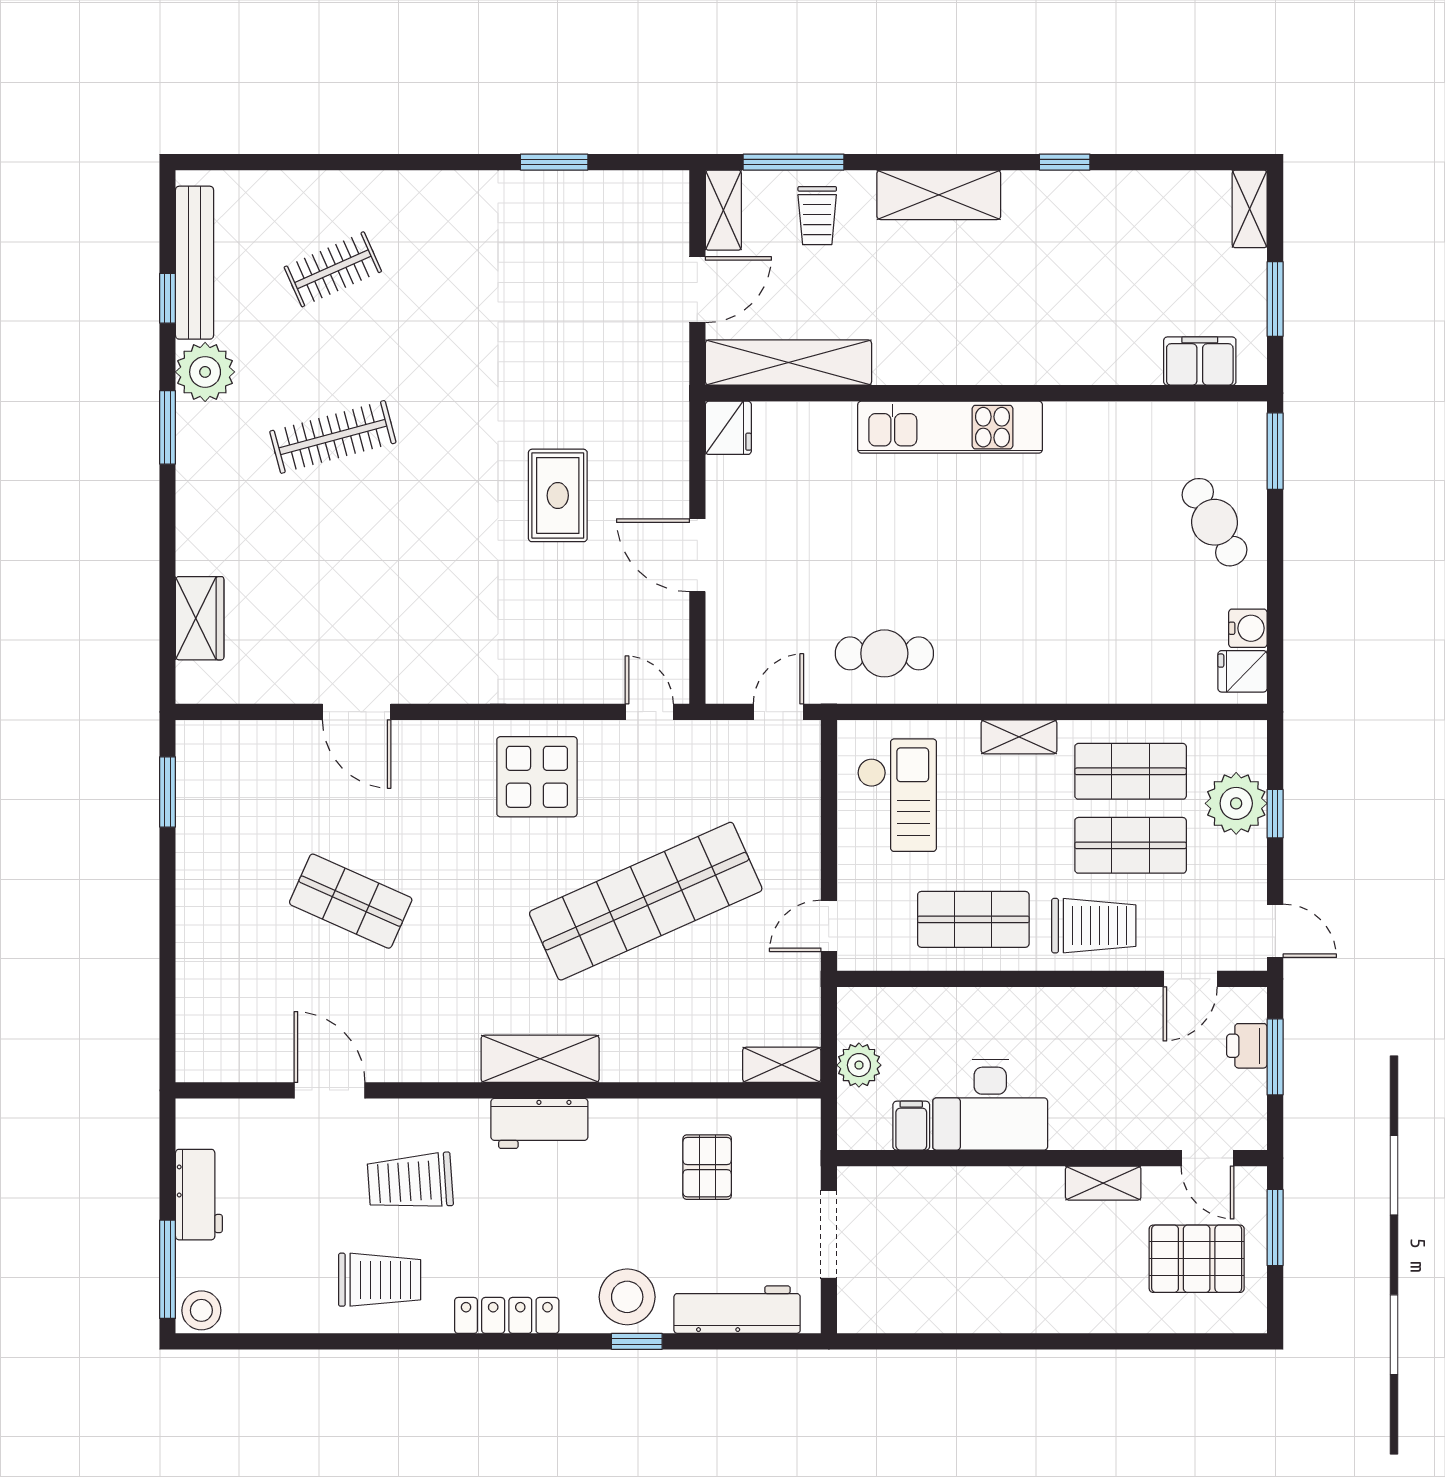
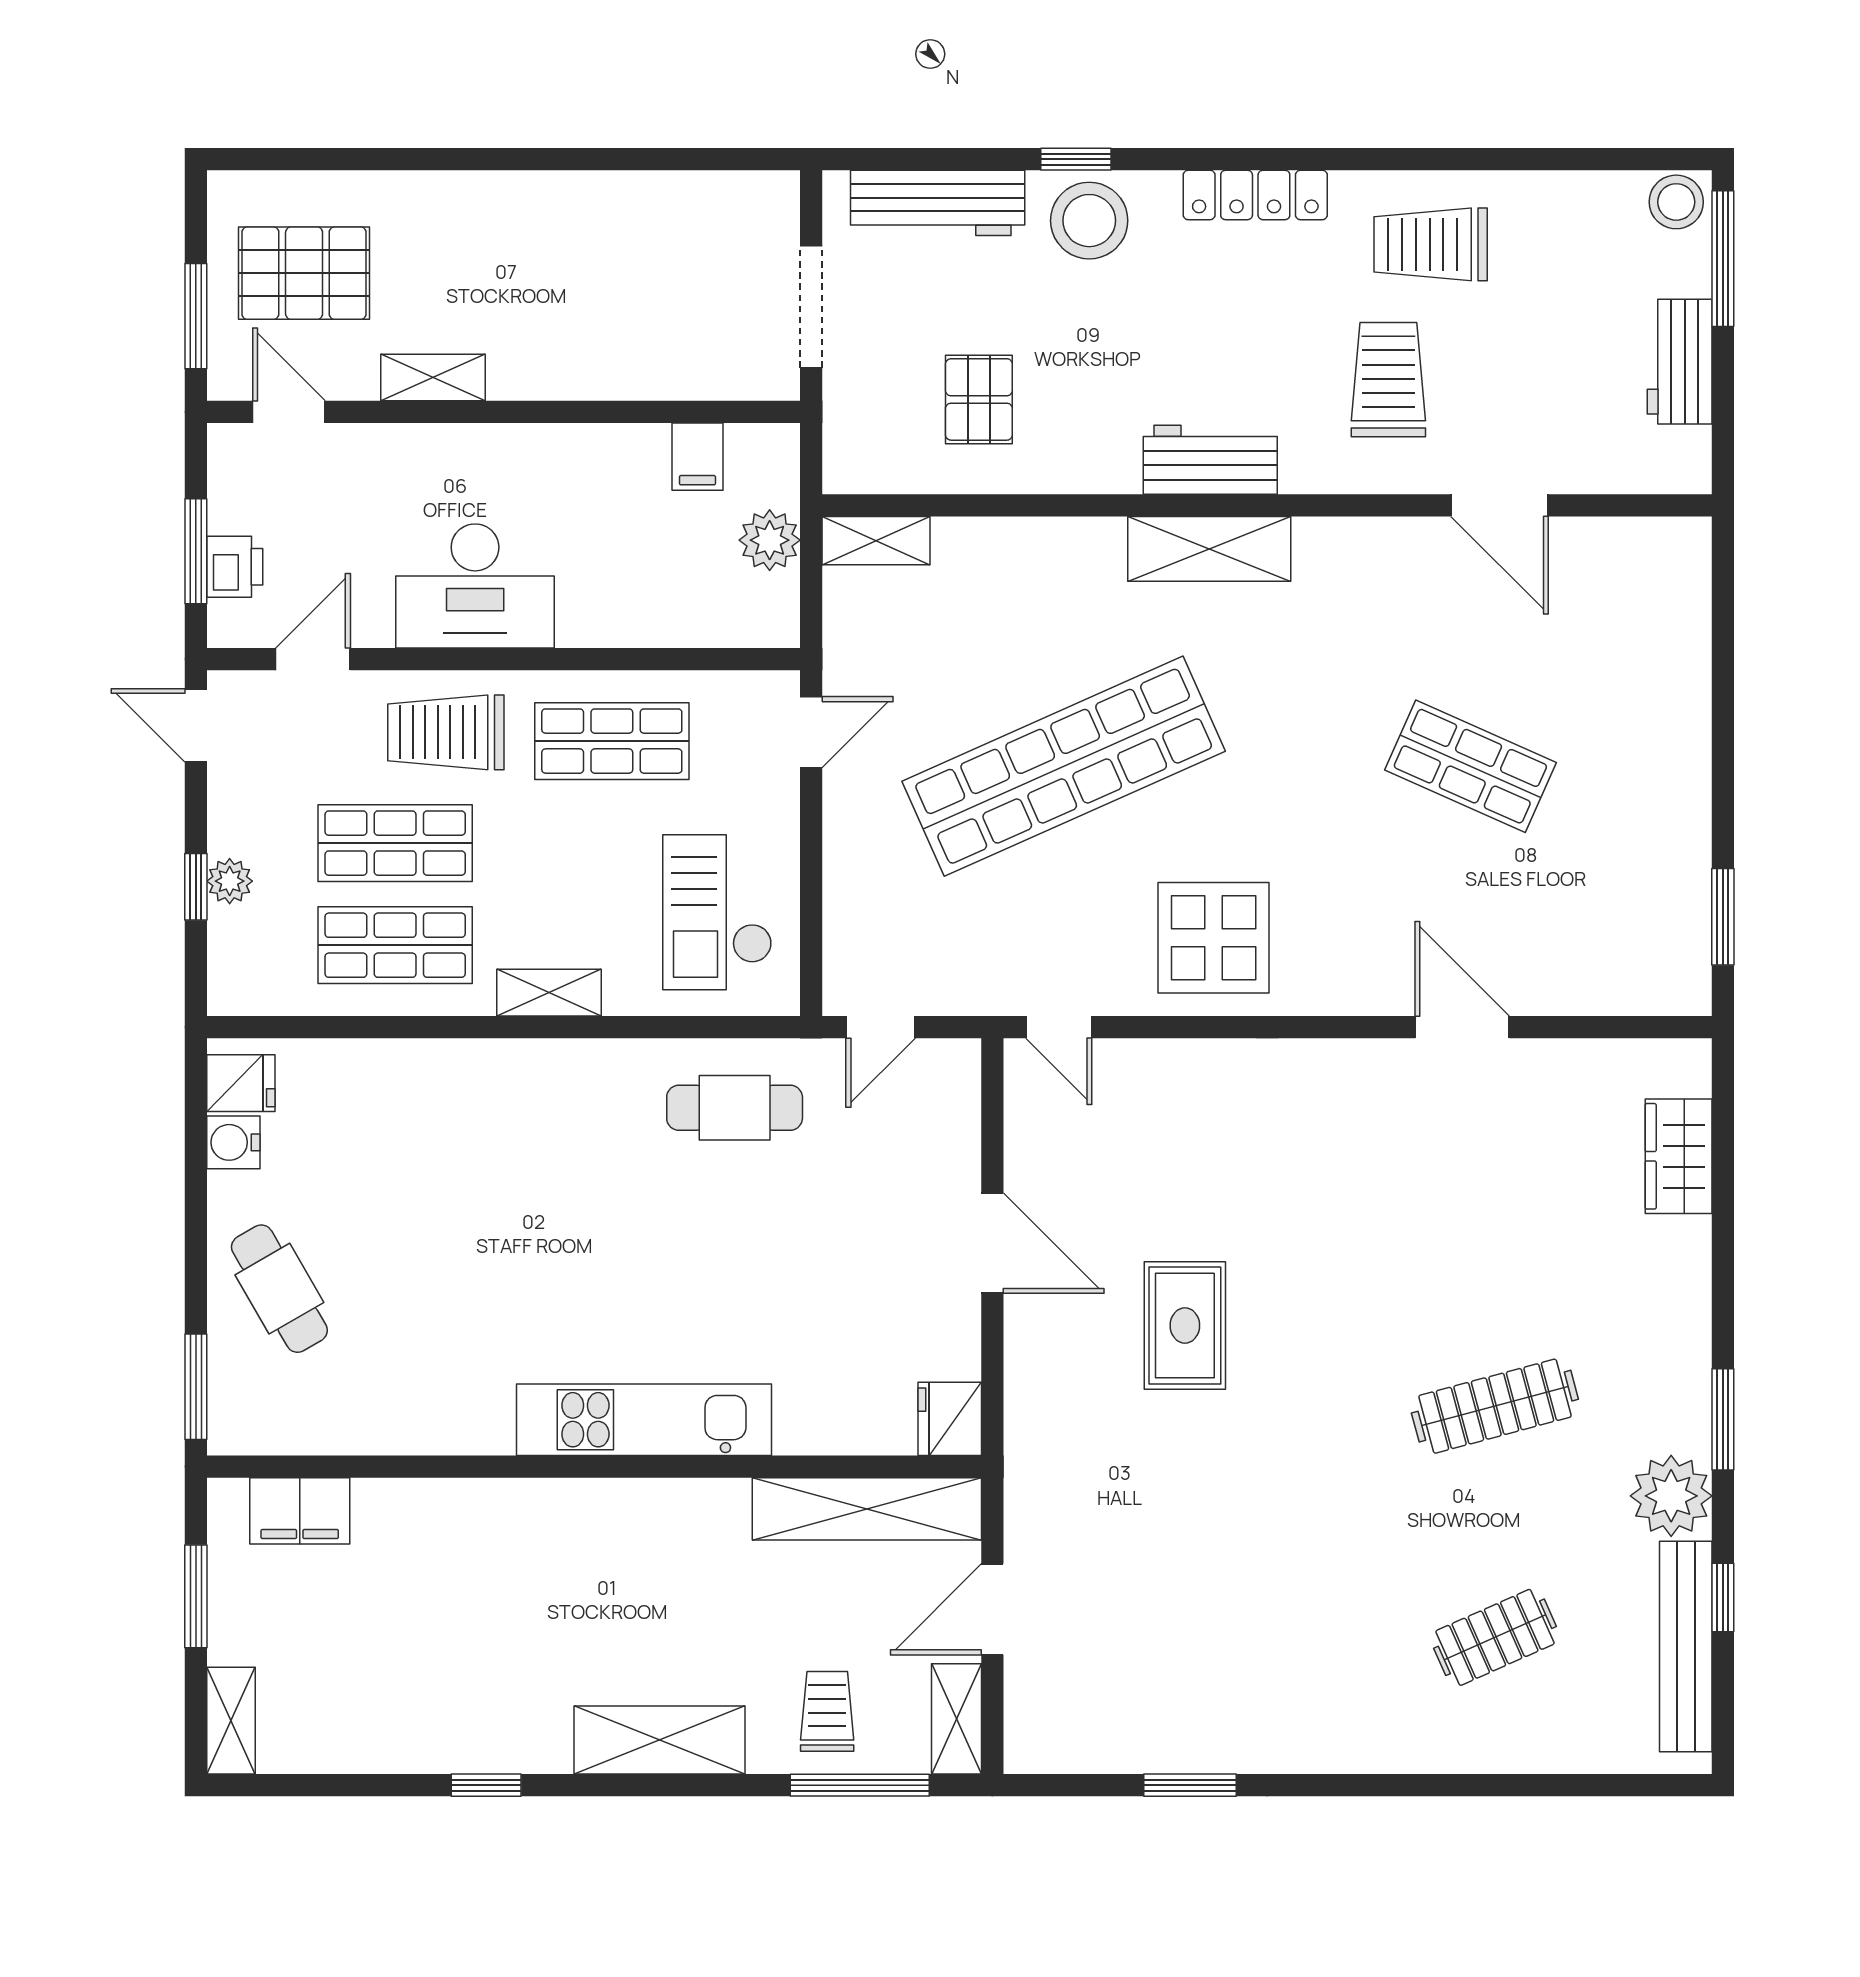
plant: (1236, 803) -> (230, 881), width x0.53, depth x0.53
desk: (990, 1105) -> (475, 586), moved, turned 180
trolley: (410, 1182) -> (1388, 380), turned -86

